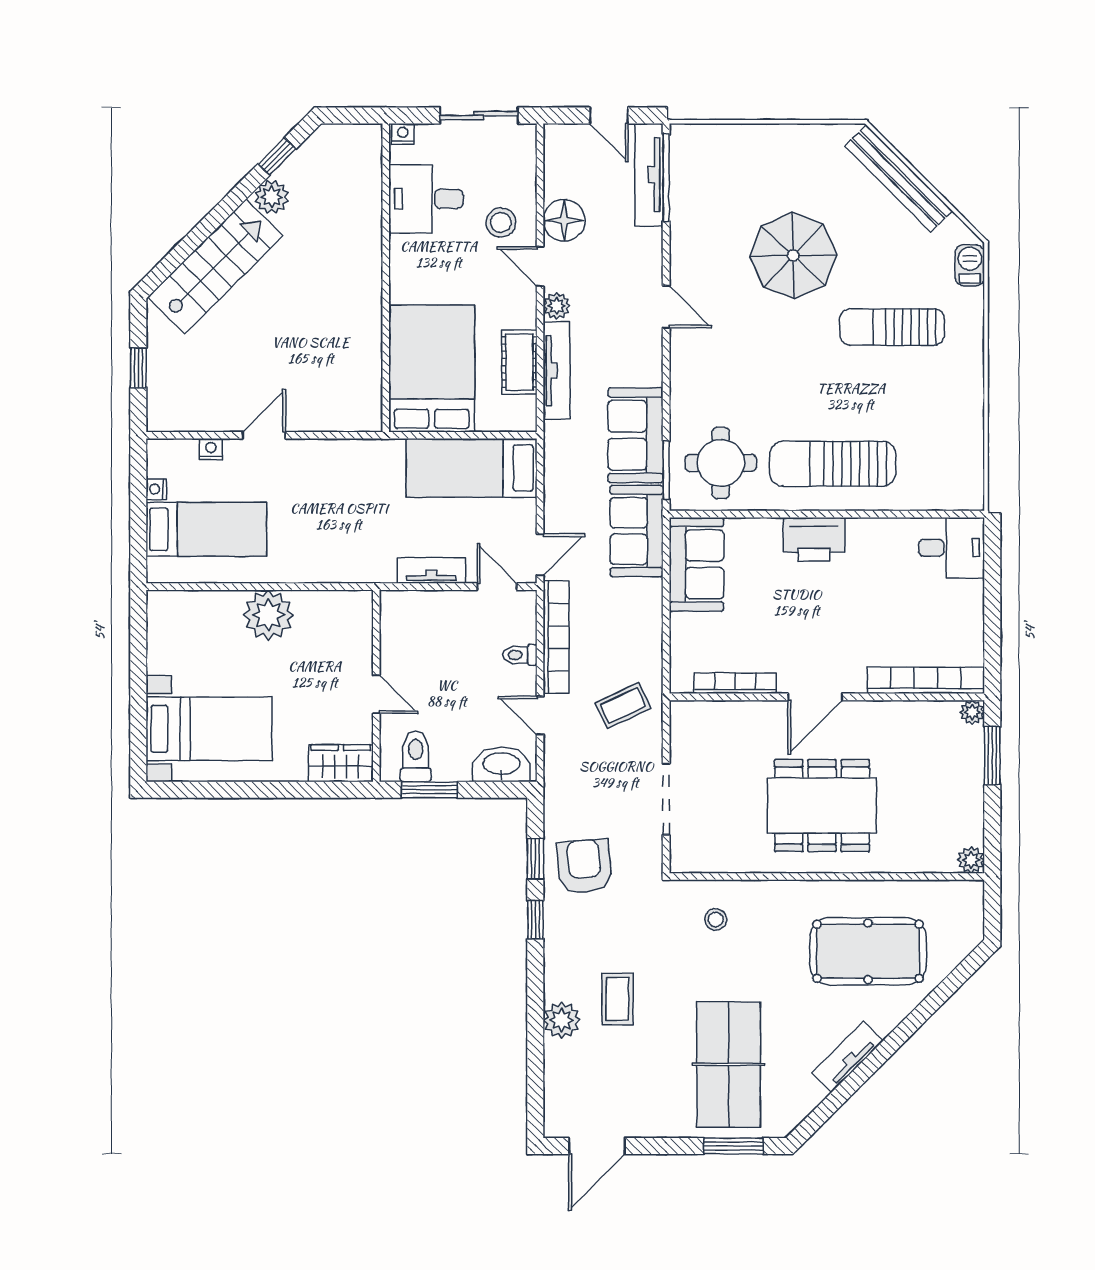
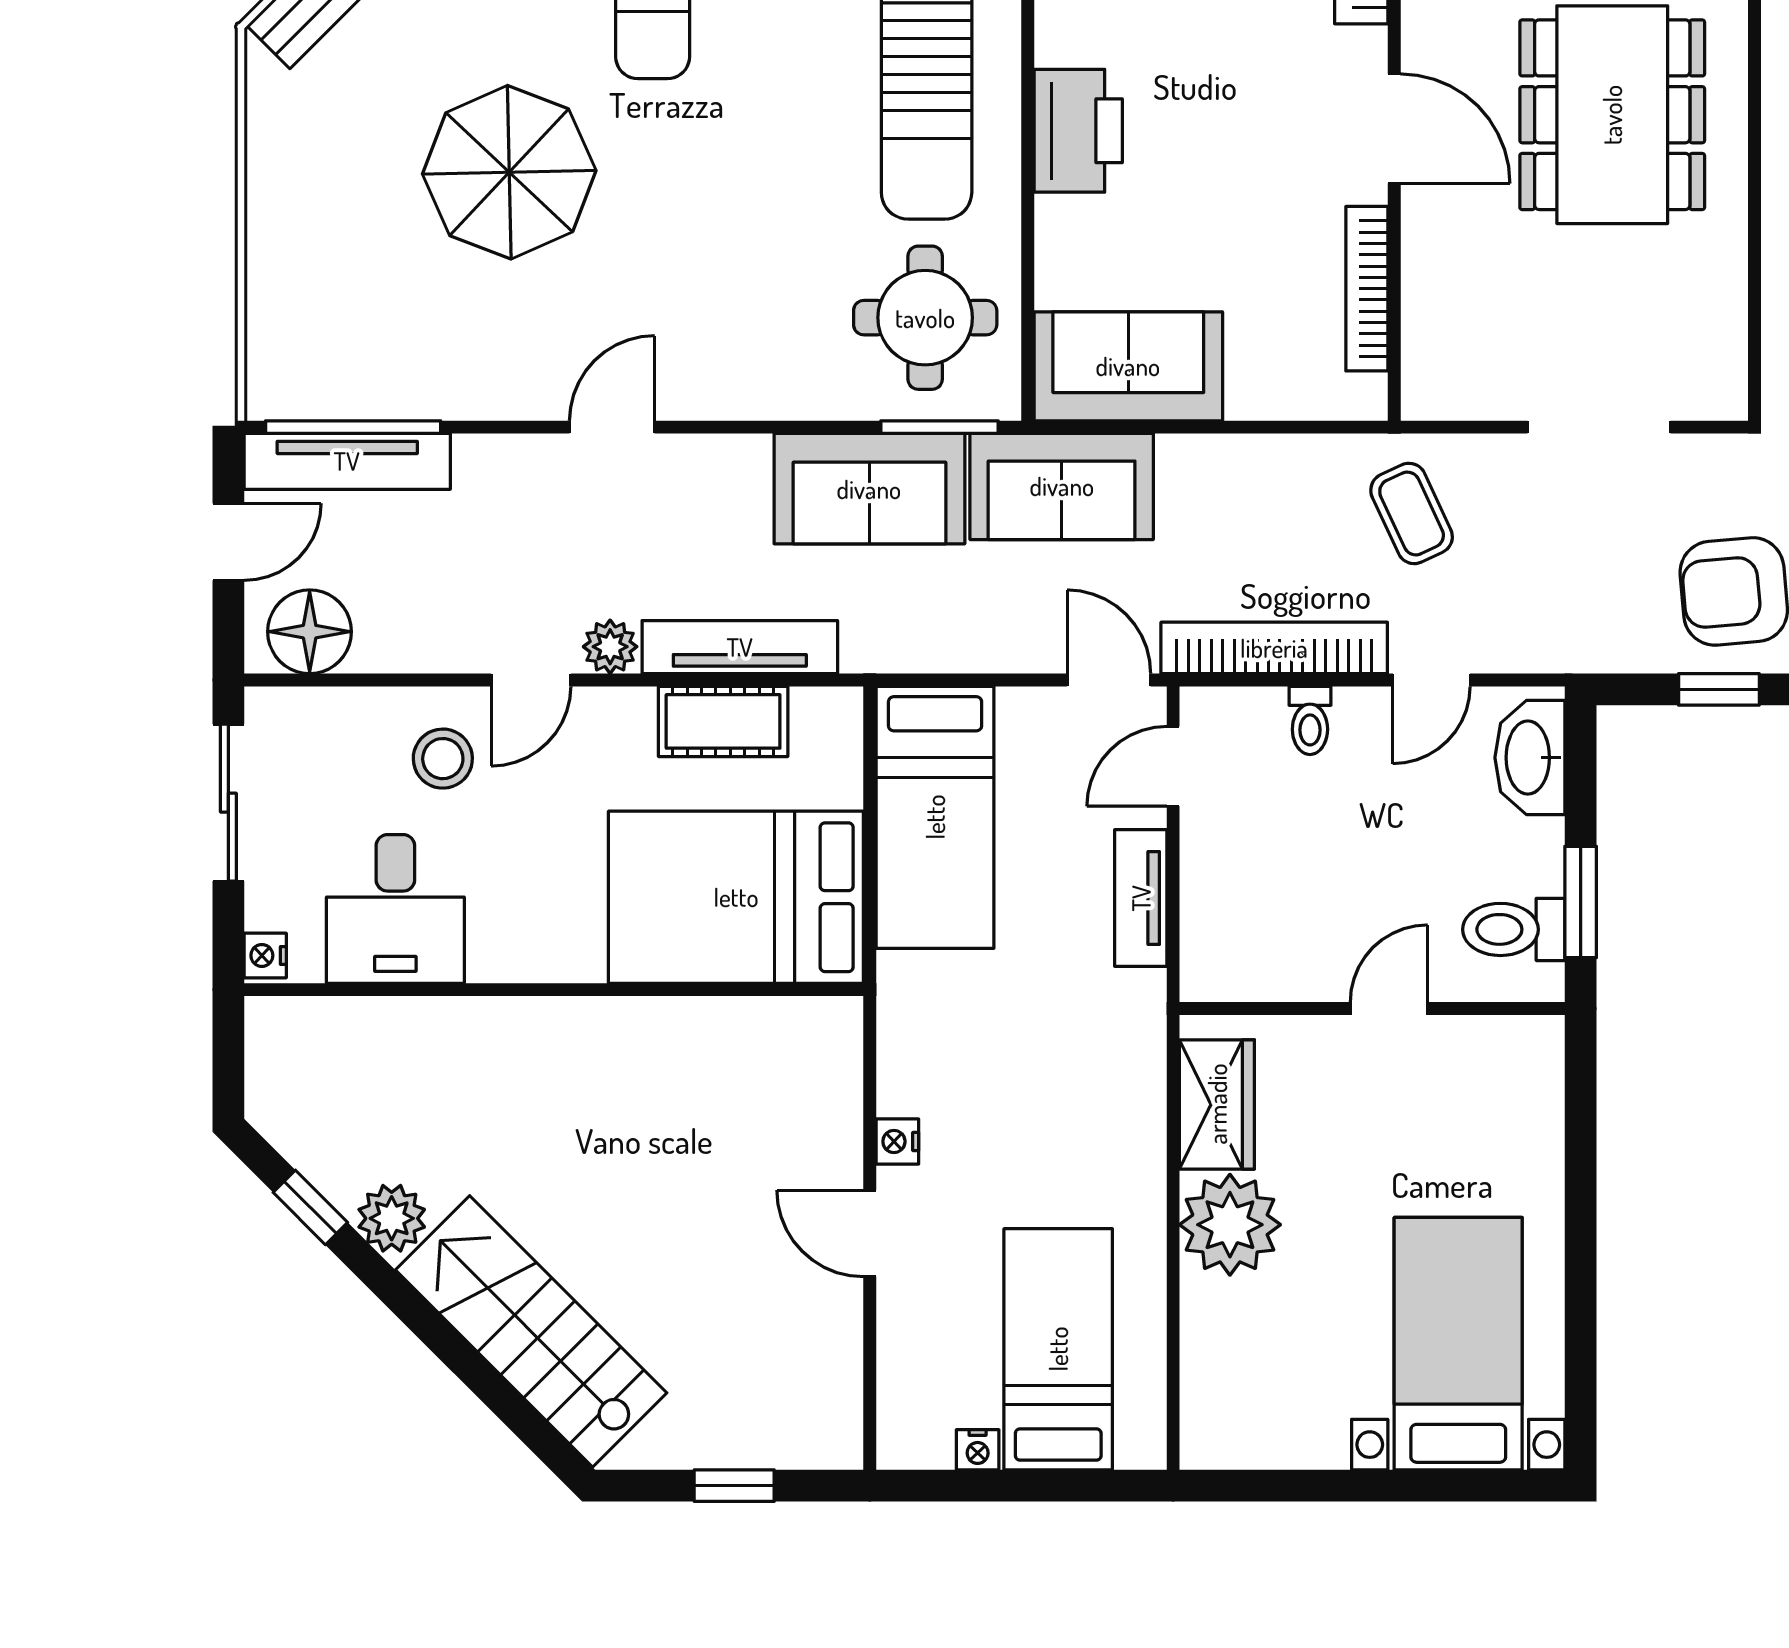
floor lamp: (564, 220) -> (310, 632), moved
nightstand: (211, 449) -> (897, 1141), moved
wardrobe: (341, 763) -> (1217, 1104), moved, turned 180

